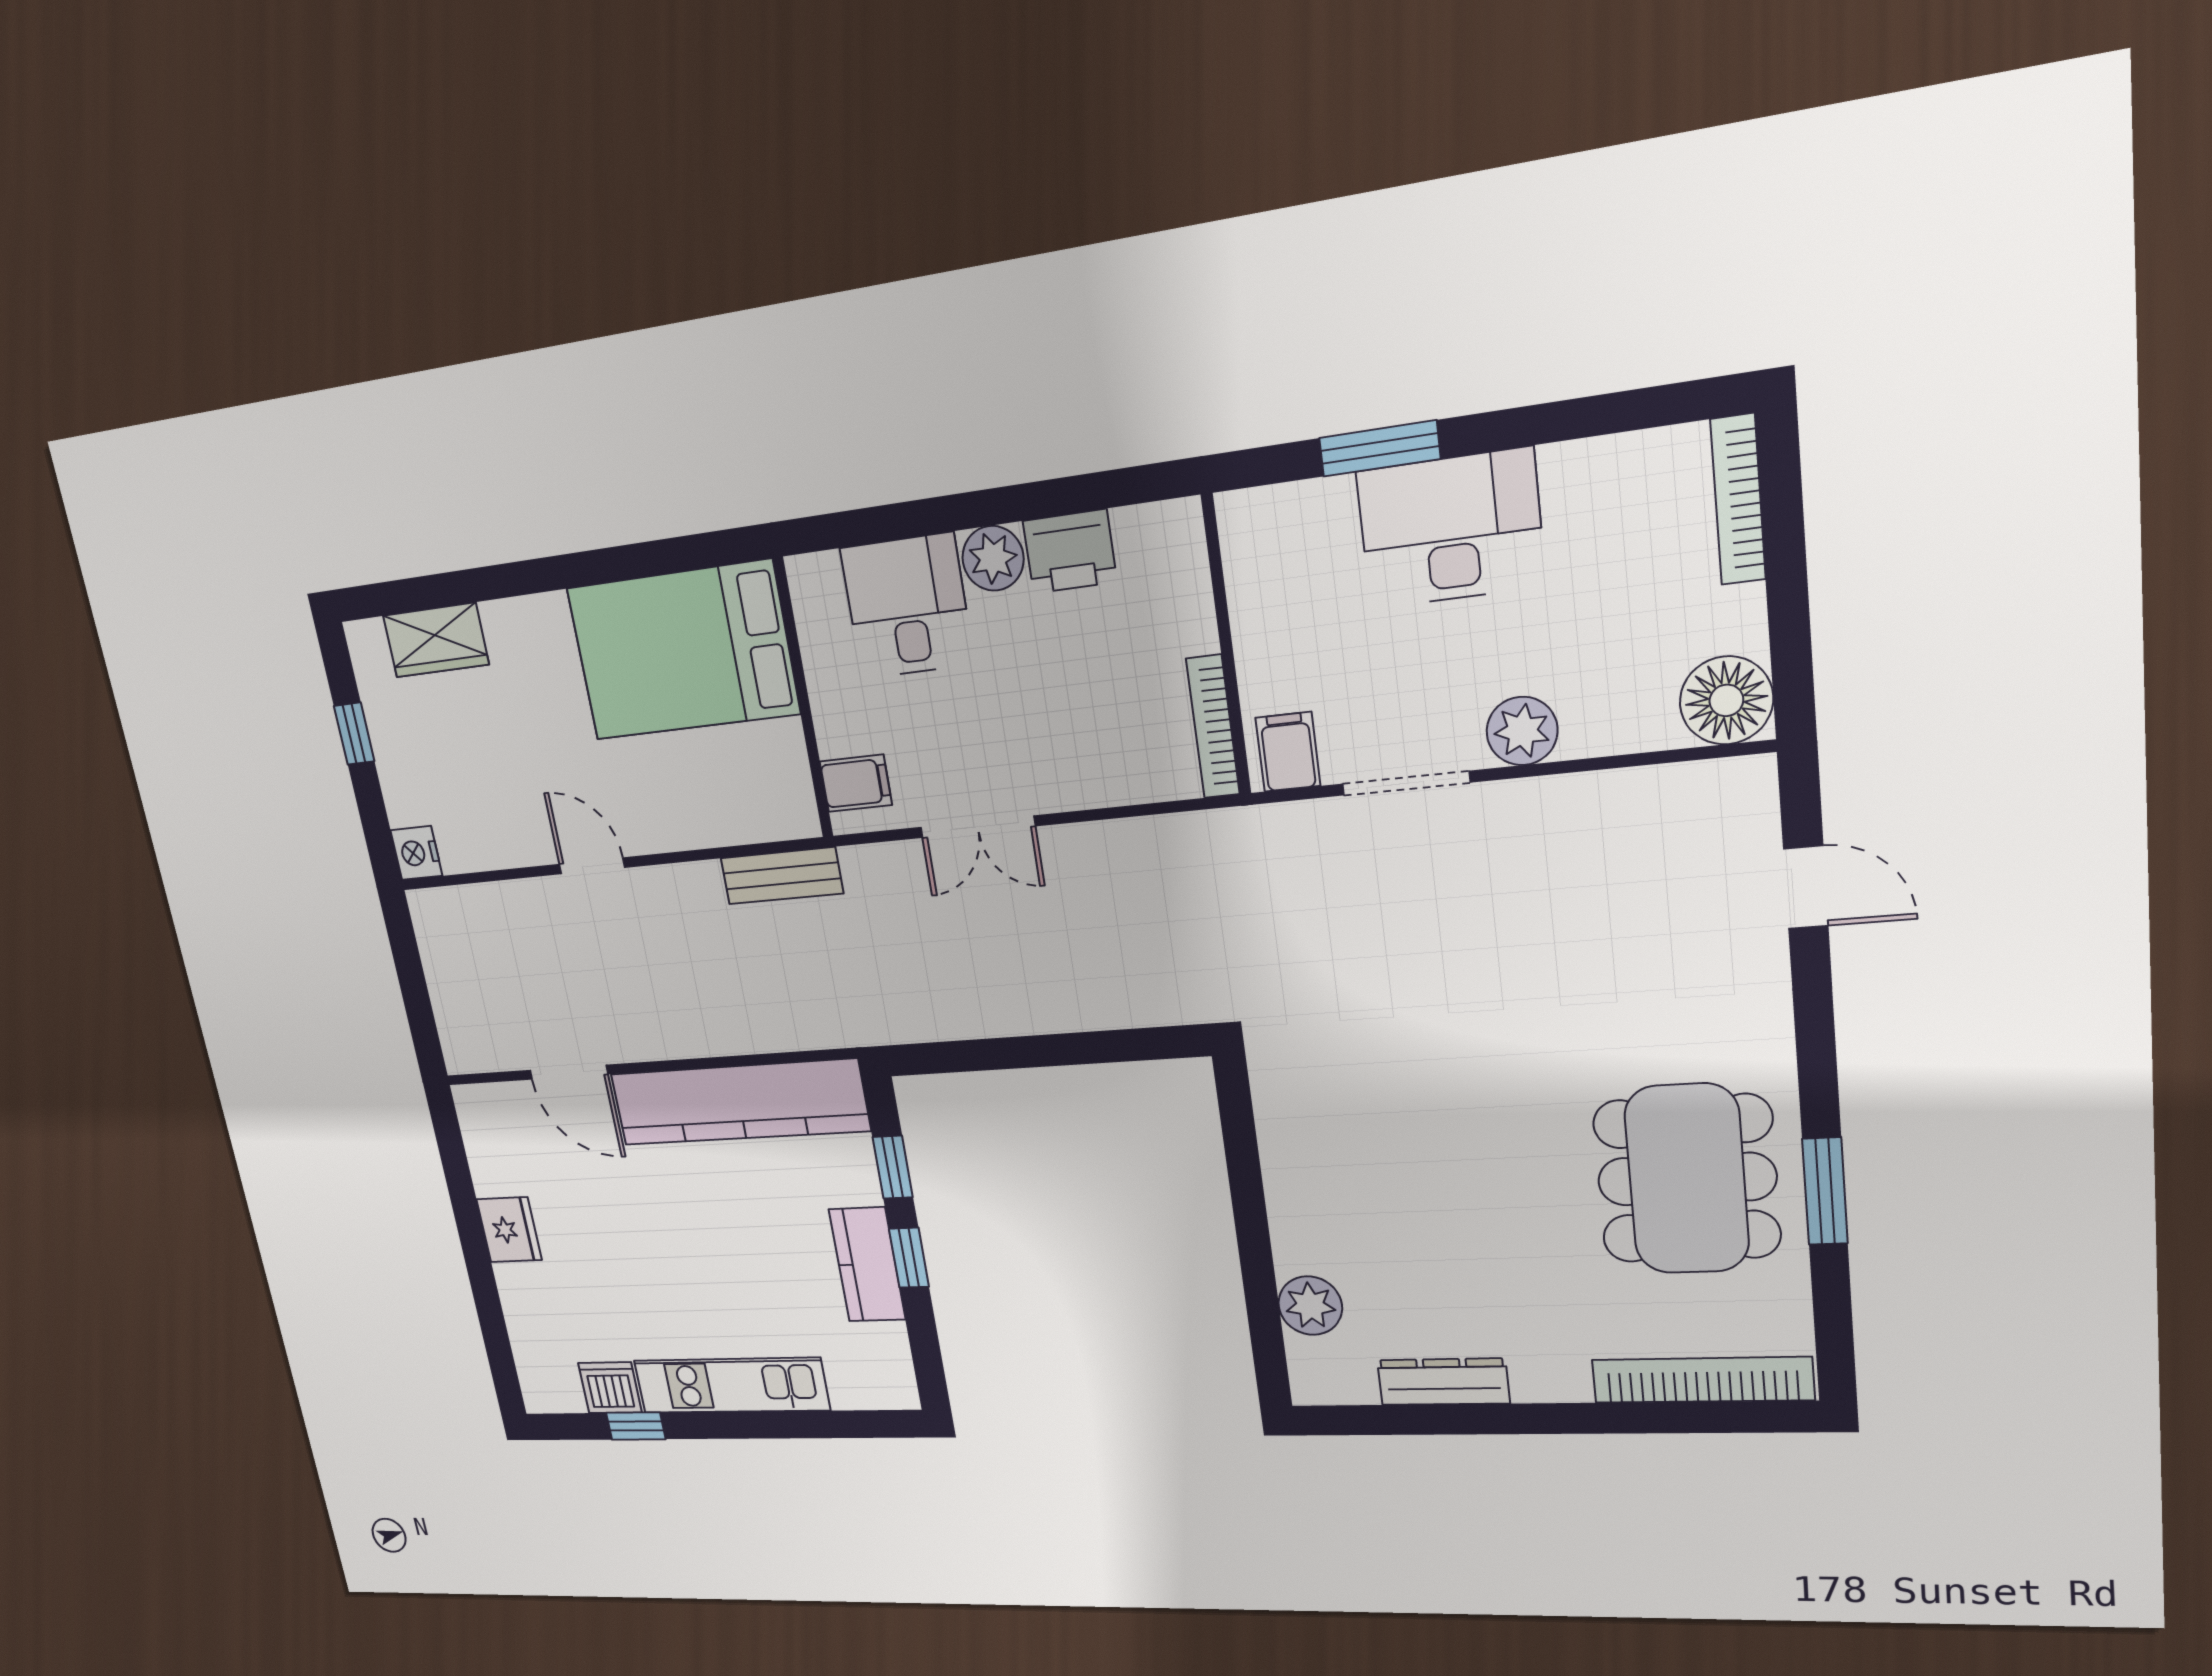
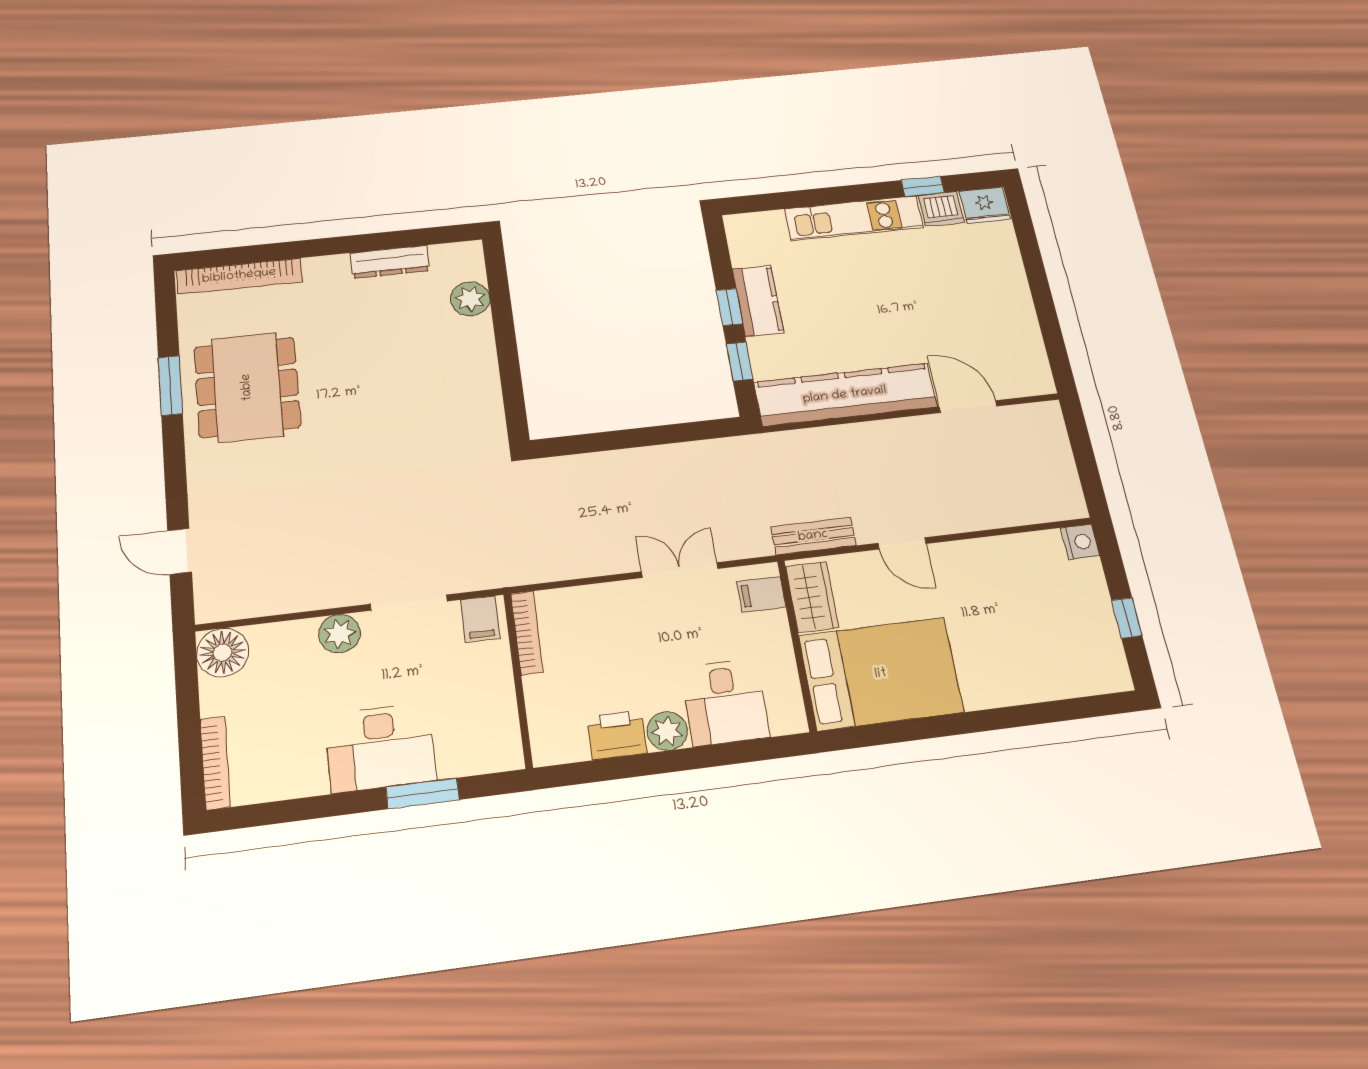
wardrobe: (436, 640) -> (812, 597), moved, turned 90
door: (592, 866) -> (902, 543), moved
fridge: (509, 1230) -> (985, 205), moved, turned -90

